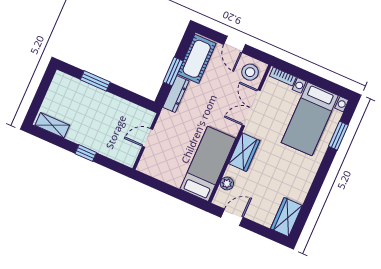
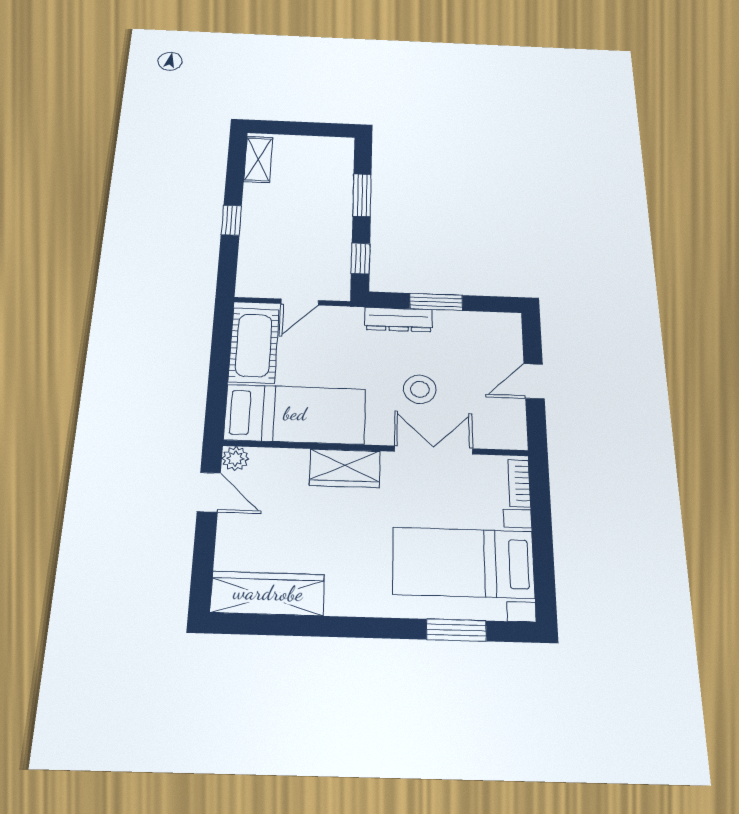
cot: (197, 59) -> (254, 345), moved, turned 90
stool: (250, 72) -> (420, 389), moved
window: (134, 98) -> (361, 258), added
door: (147, 138) -> (300, 302), swing flipped
plant: (227, 183) -> (235, 459), moved
wardrobe: (286, 217) -> (268, 593), width x1.50

